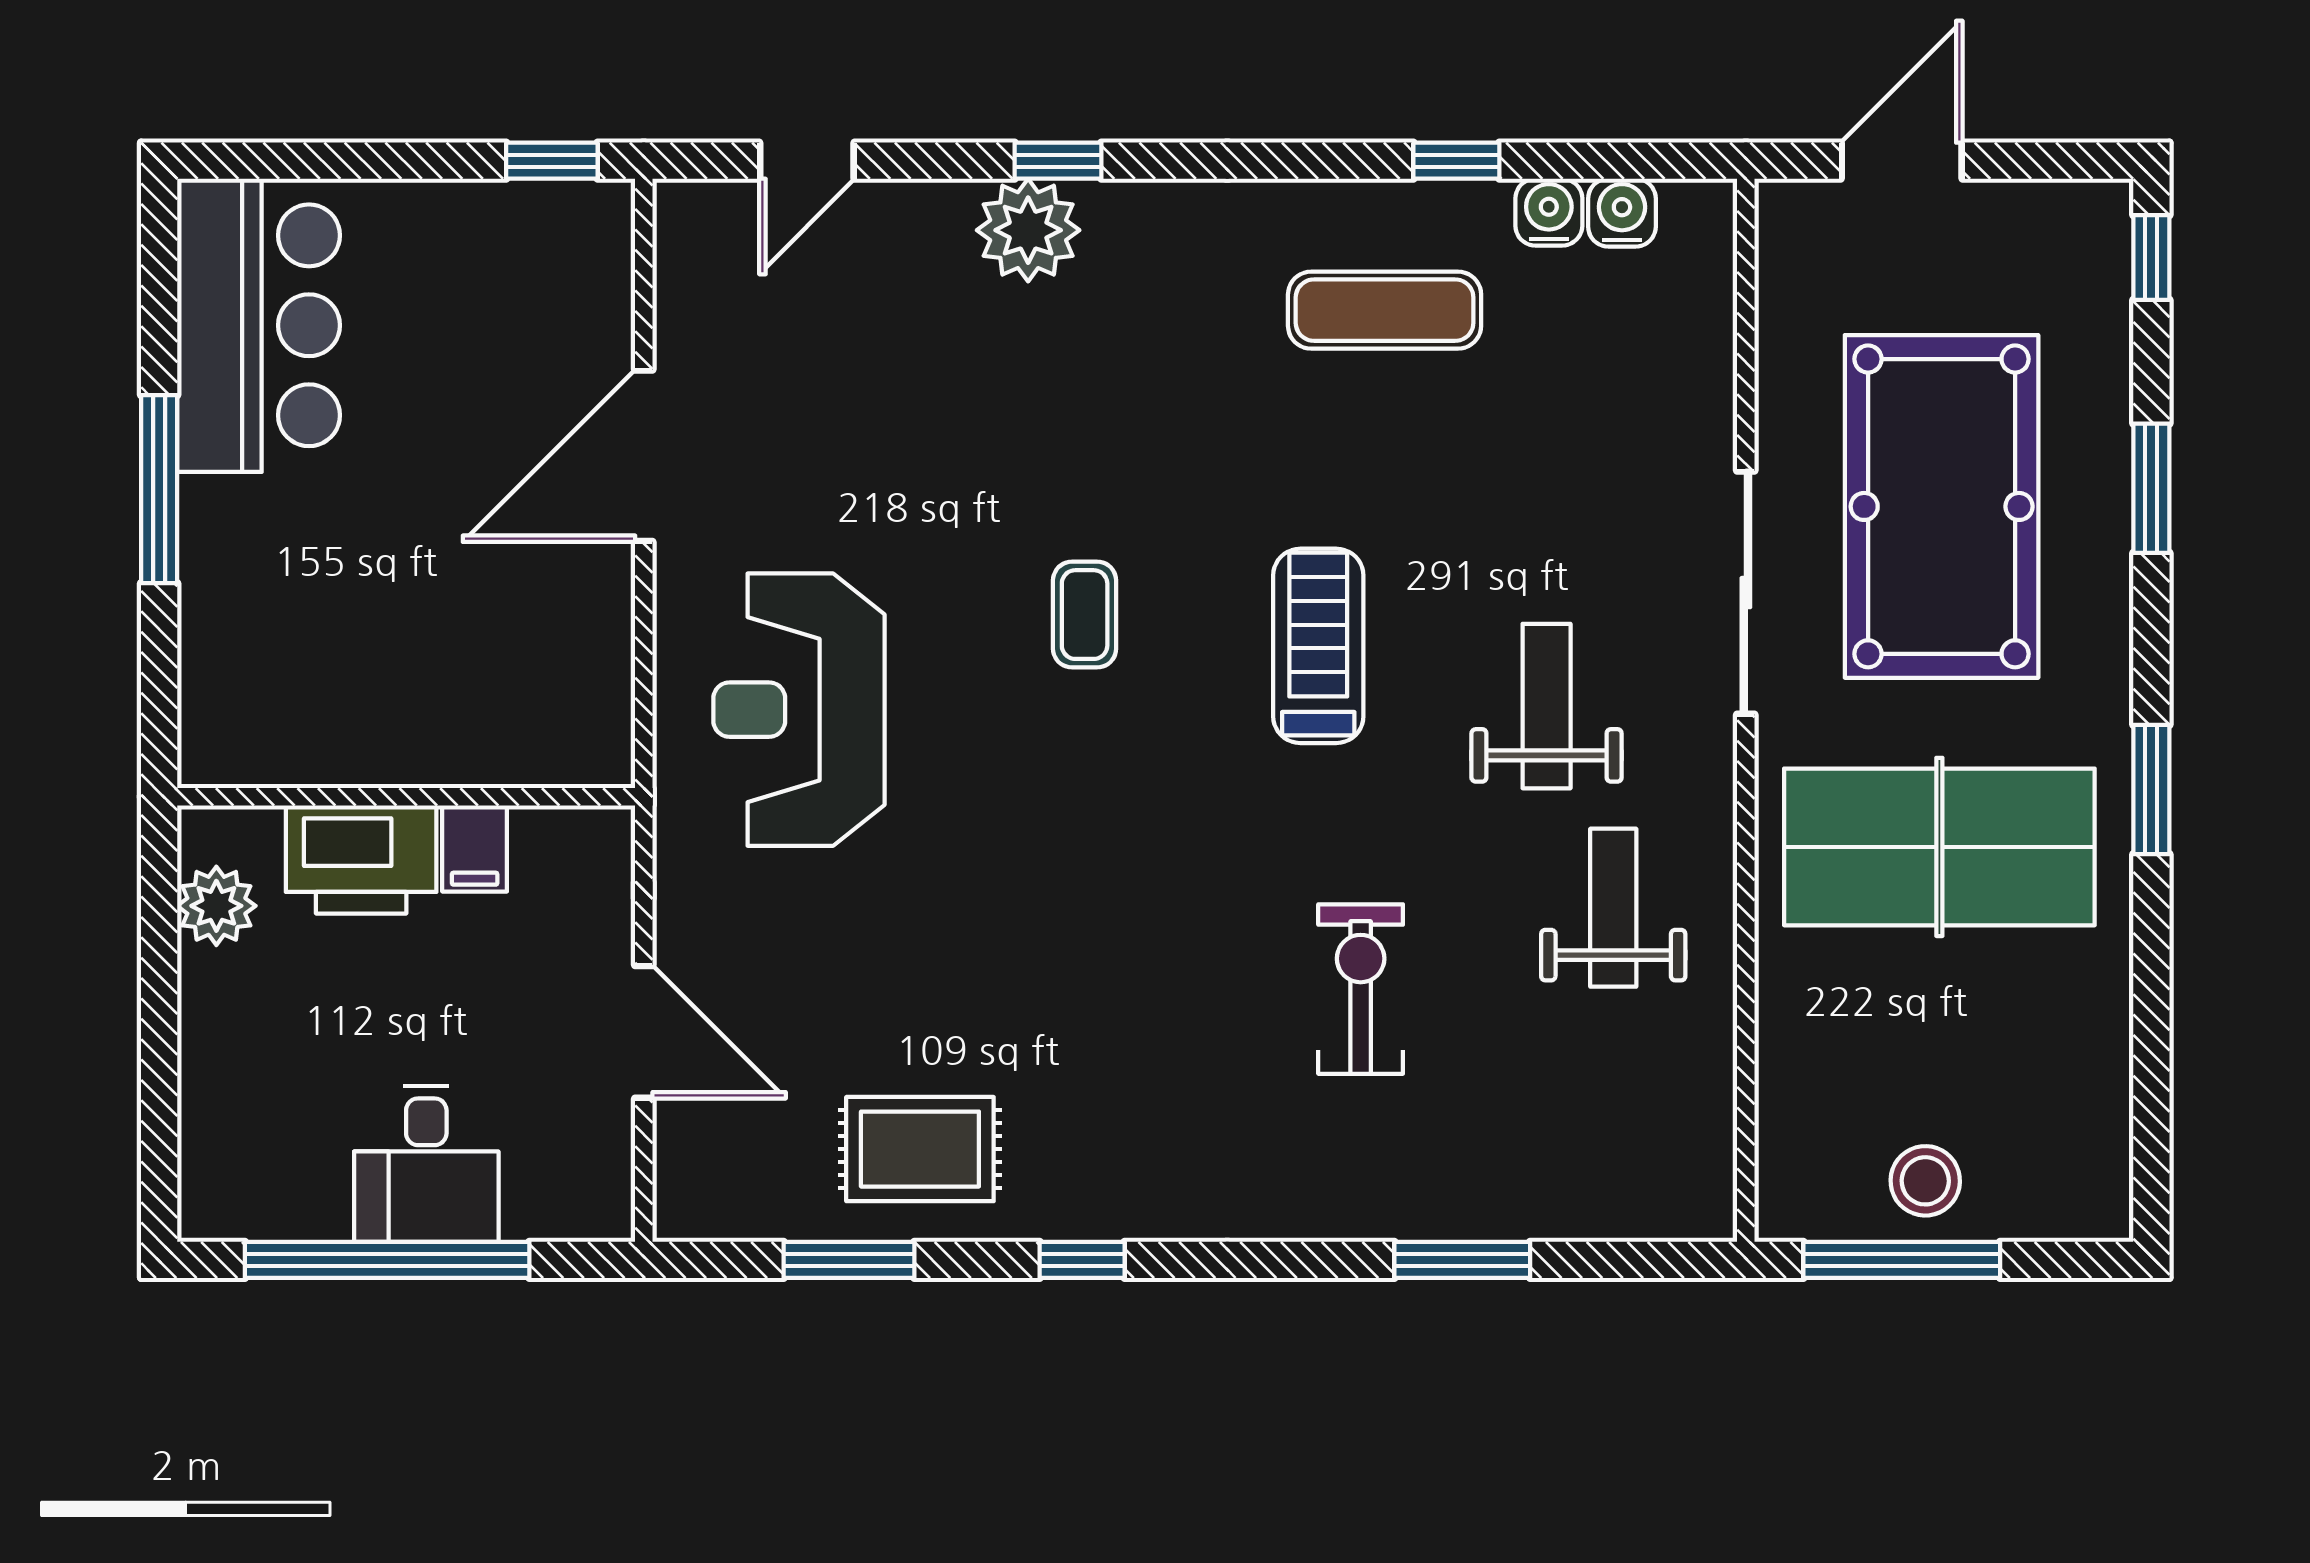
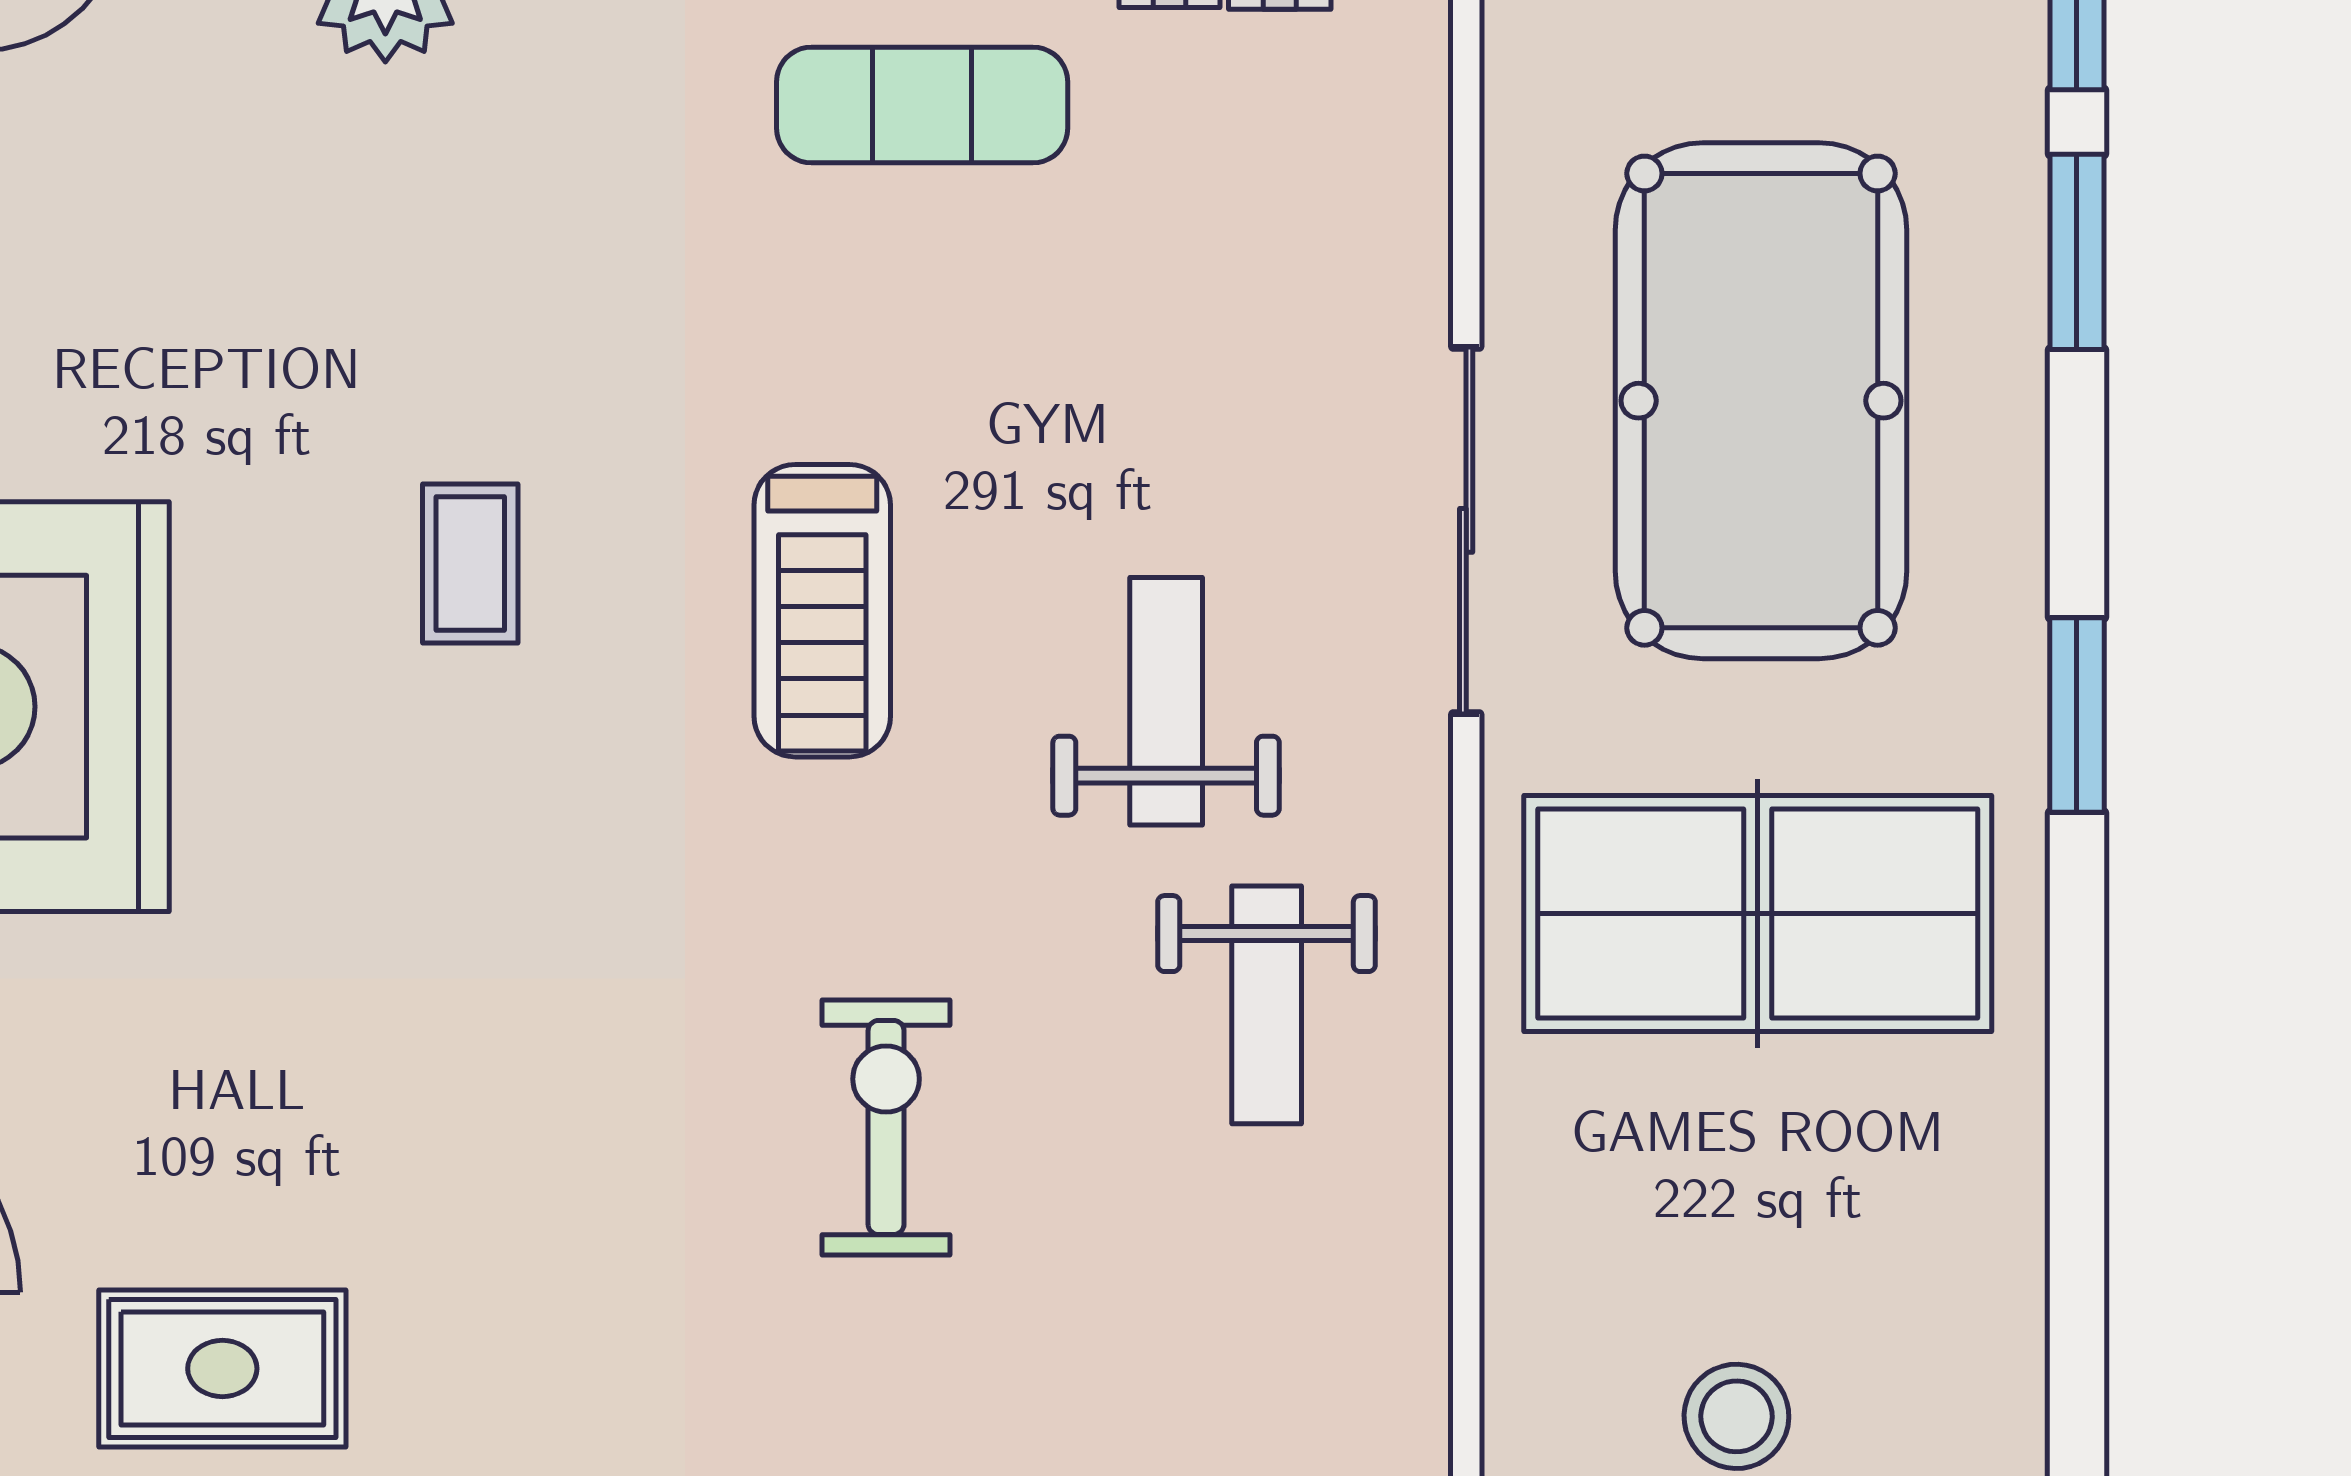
window: (2151, 488) -> (2077, 252), moved
treadmill: (1318, 646) -> (822, 611), turned 180
window: (2151, 790) -> (2077, 715), moved
weight bench: (1613, 908) -> (1267, 1005), turned 180

